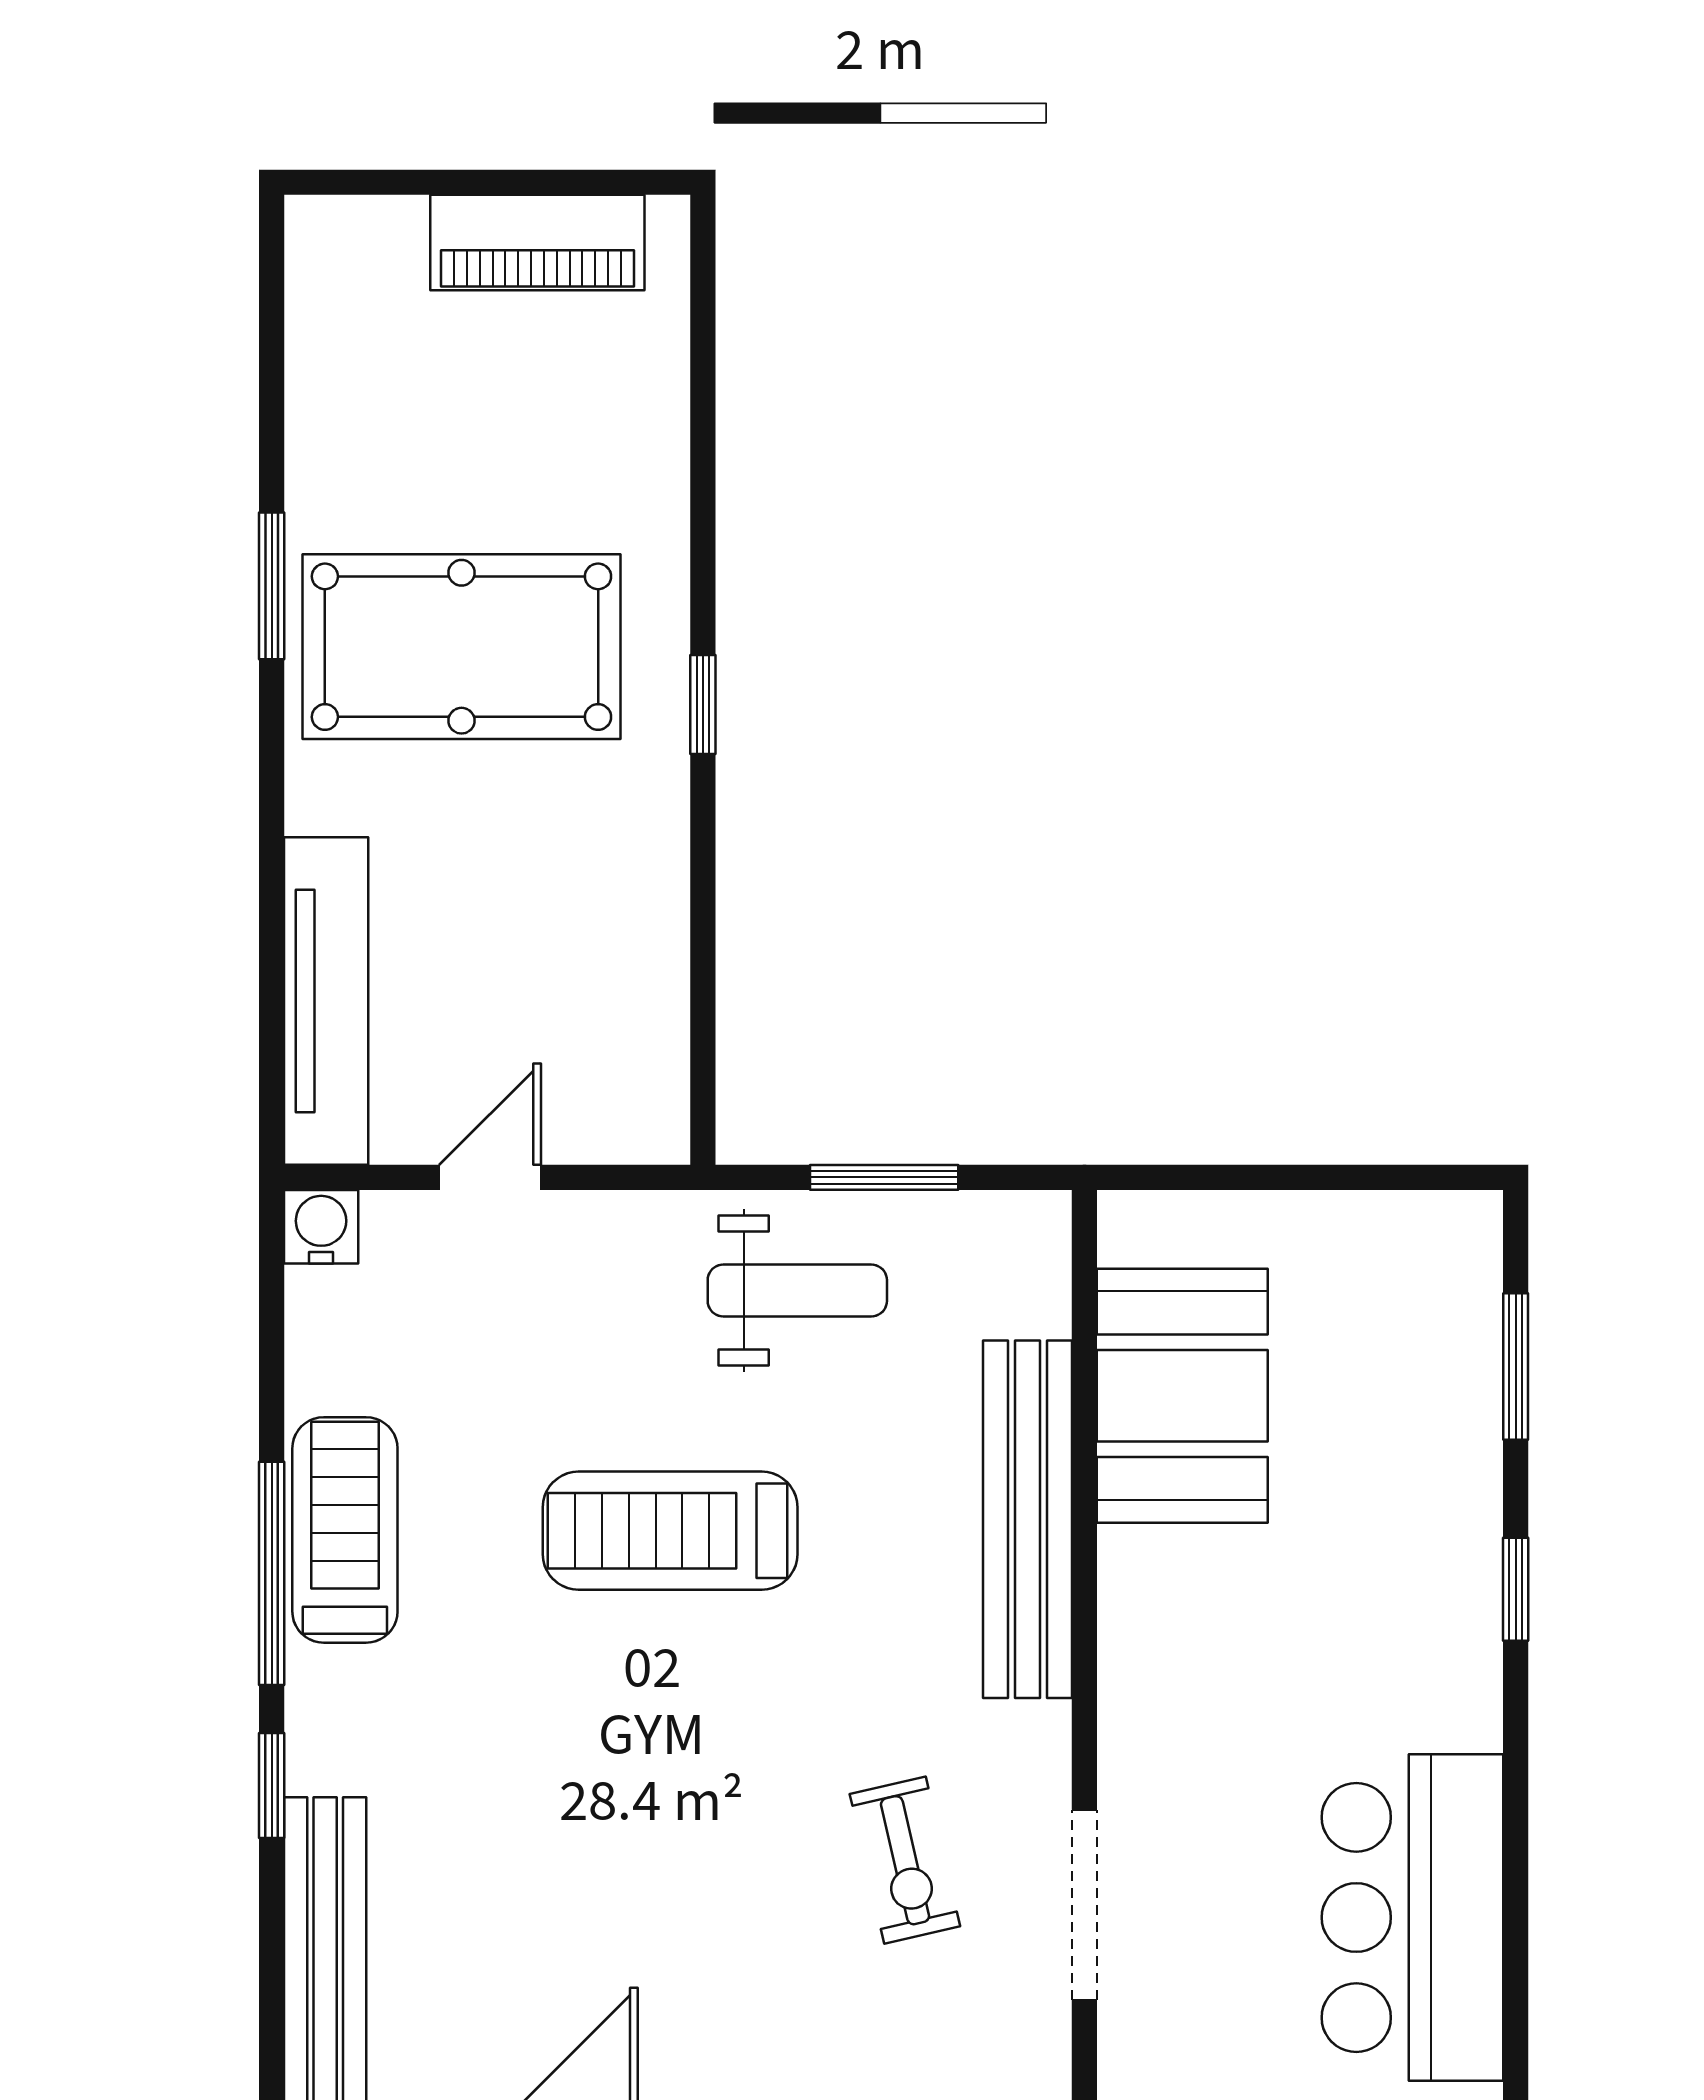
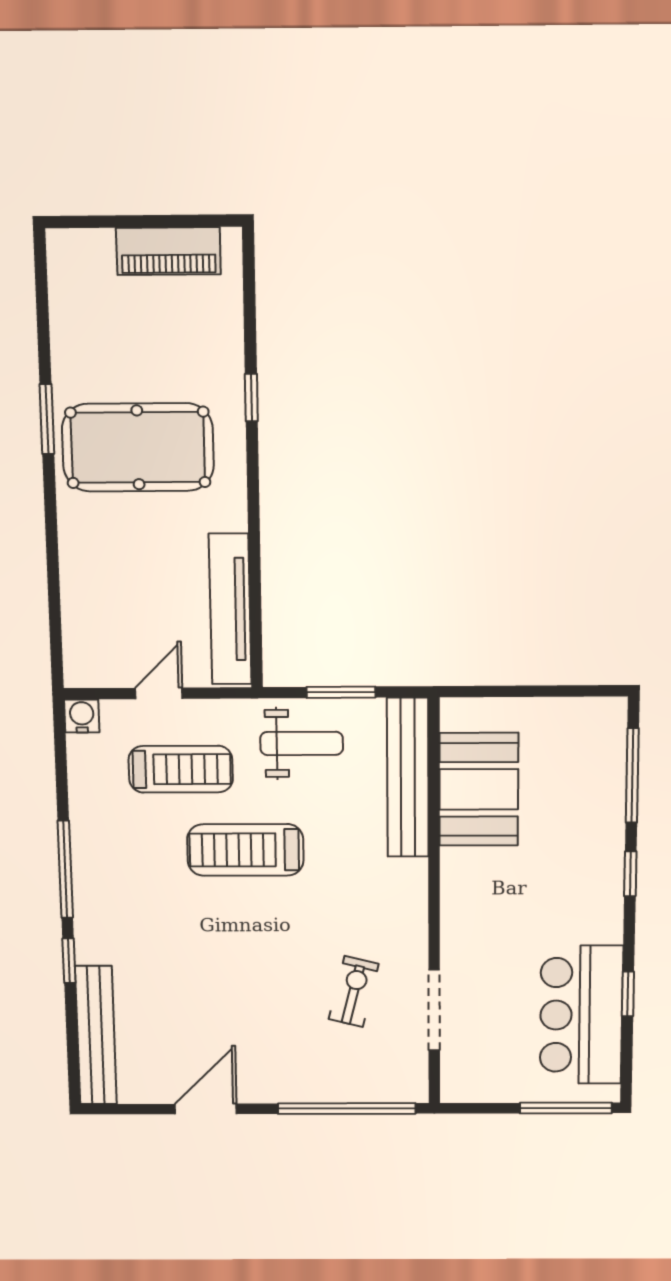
window: (703, 705) -> (251, 398), moved
tv unit: (326, 1001) -> (230, 609), moved, turned 180
window: (1516, 1366) -> (632, 776), width x1.44
bench: (1027, 1519) -> (408, 778), moved
treadmill: (345, 1530) -> (181, 769), moved, turned 90
exercise bike: (905, 1860) -> (354, 992), turned -153
window: (1516, 1868) -> (628, 994), added

